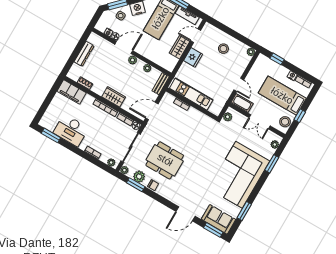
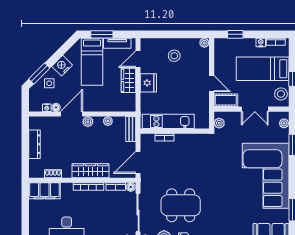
wardrobe: (114, 97) -> (90, 171), width x1.50

